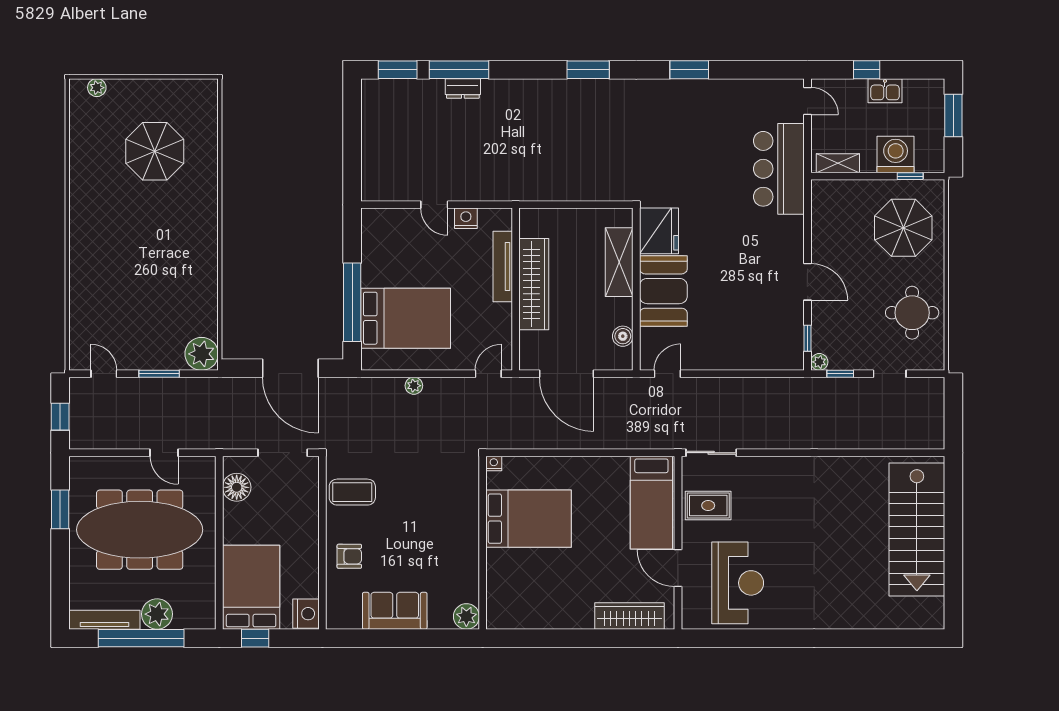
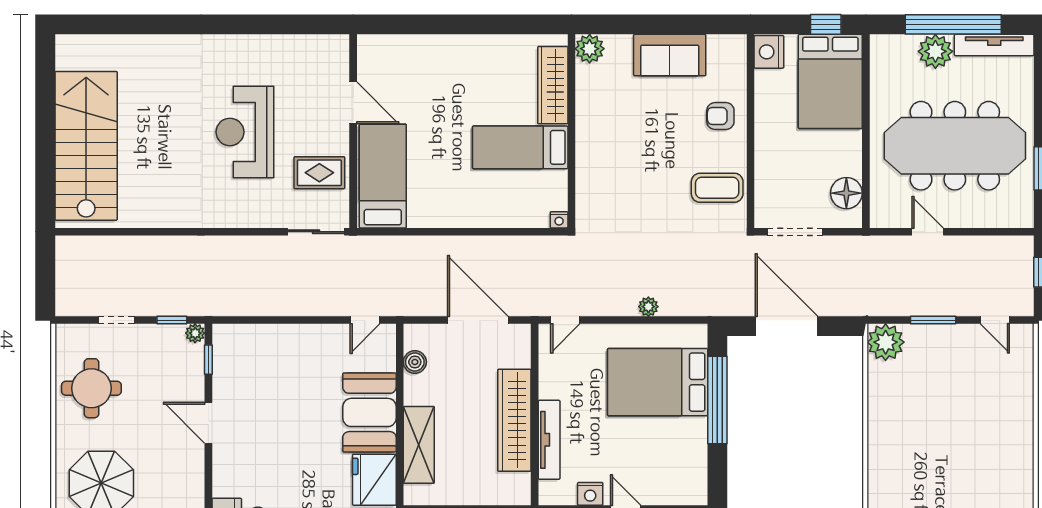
bed: (529, 519) -> (520, 147), width x0.67
reception desk: (738, 583) -> (245, 132), moved
wardrobe: (629, 616) -> (553, 85), moved, turned 90

